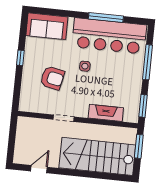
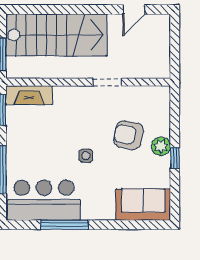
bar counter: (109, 36) -> (44, 200), width x0.73
plant: (29, 67) -> (161, 146), added
fireplace: (106, 113) -> (29, 95), moved

